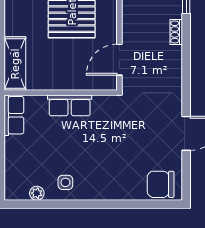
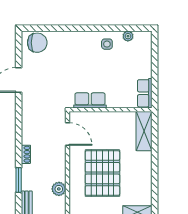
door: (119, 60) -> (67, 134), hinge flipped
row of seats: (70, 105) -> (90, 100), moved

